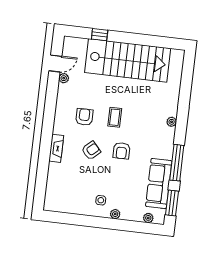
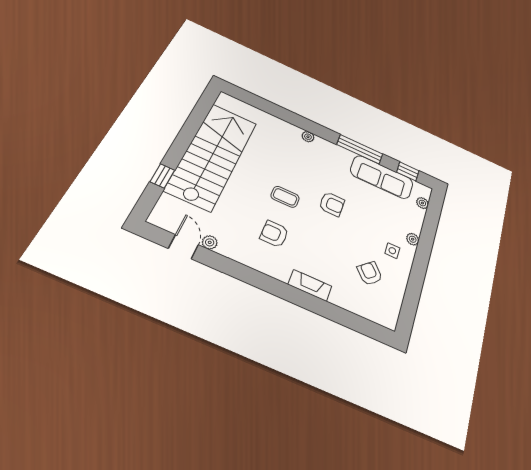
armchair: (91, 150) -> (370, 273), moved
window: (172, 203) -> (408, 171), width x0.67

